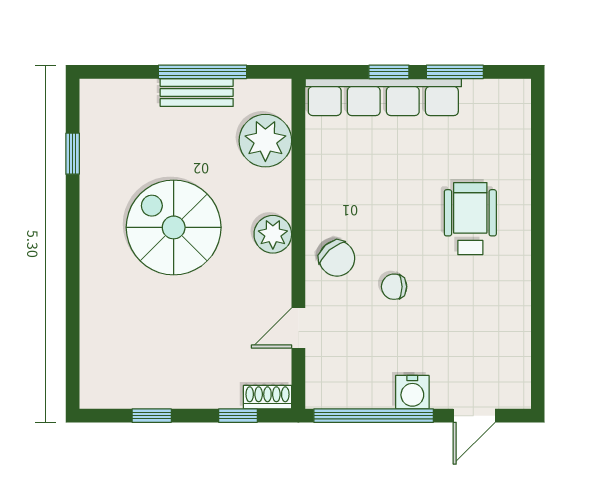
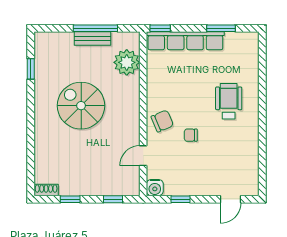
window: (389, 72) -> (160, 28), moved
plant: (273, 234) -> (130, 109), removed
chair: (337, 258) -> (162, 121), turned -72
water cooler: (412, 392) -> (155, 188), moved
shoe rack: (267, 397) -> (46, 190), moved
window: (374, 416) -> (181, 199), width x0.32

